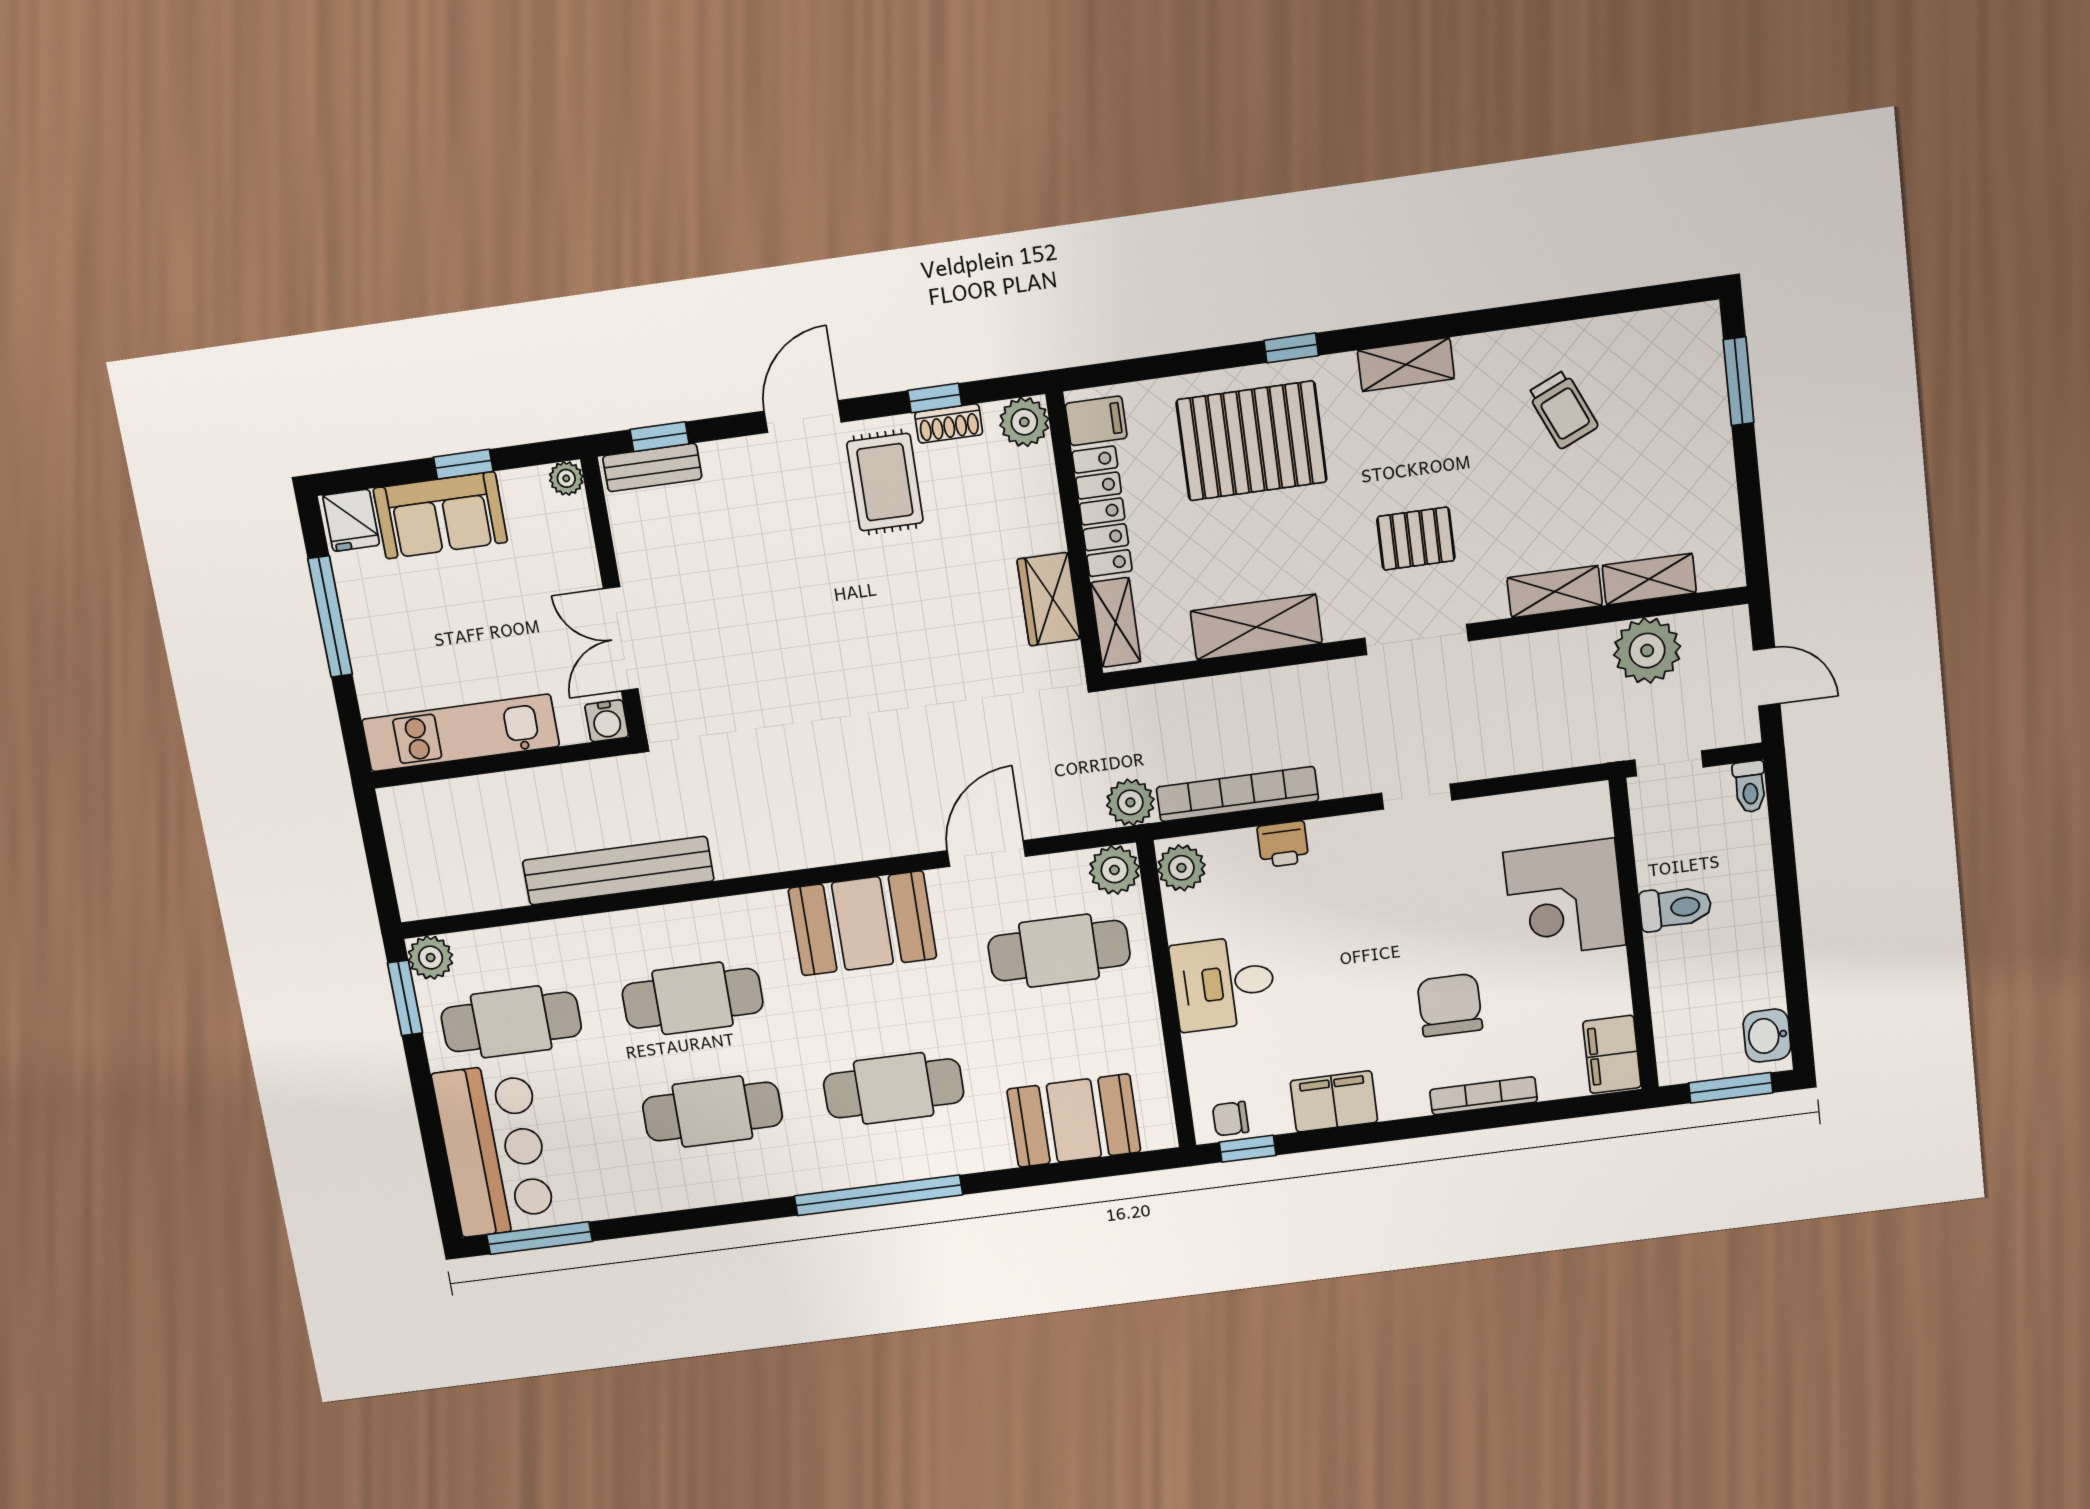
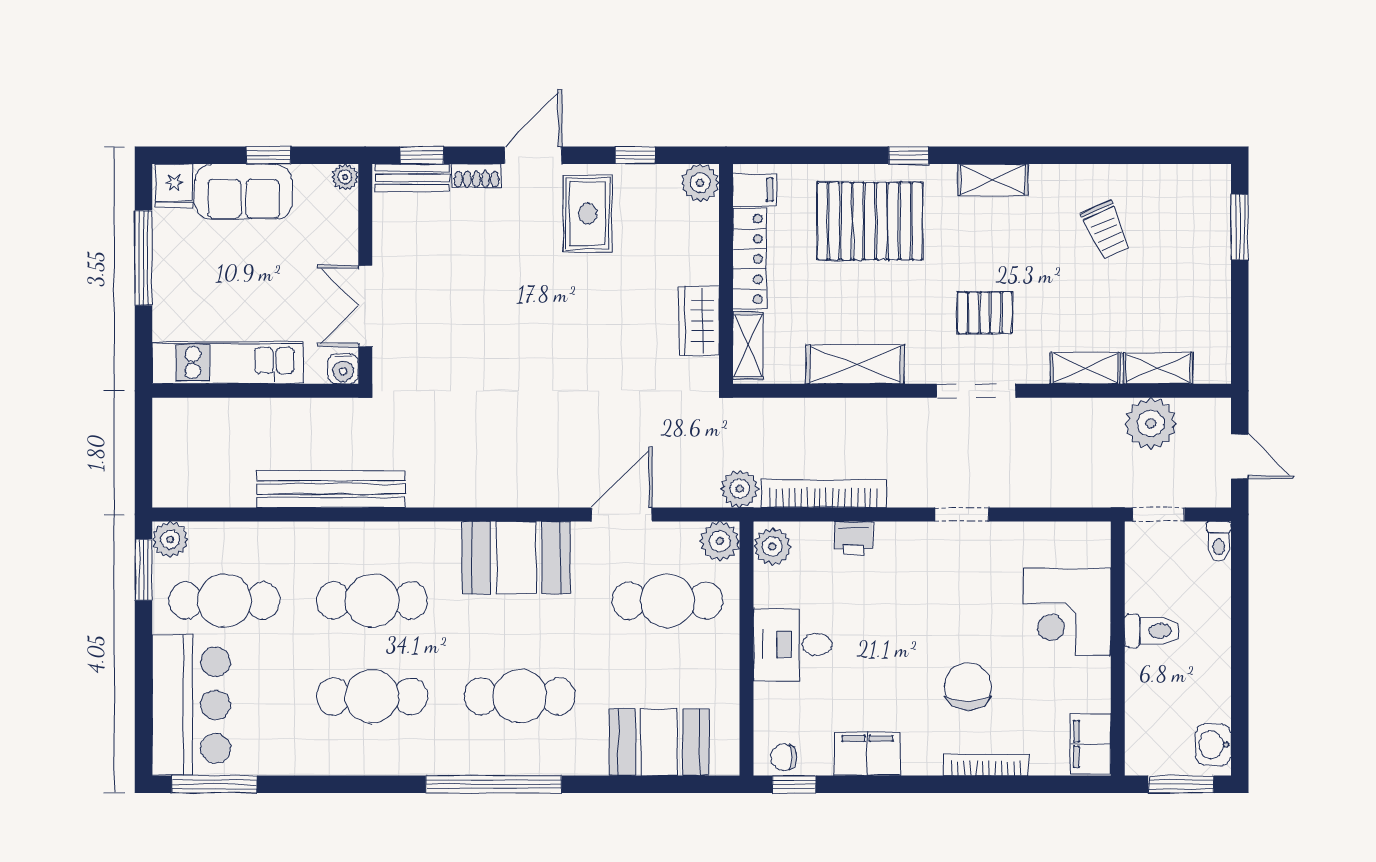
shoe rack: (949, 423) -> (476, 176), moved

